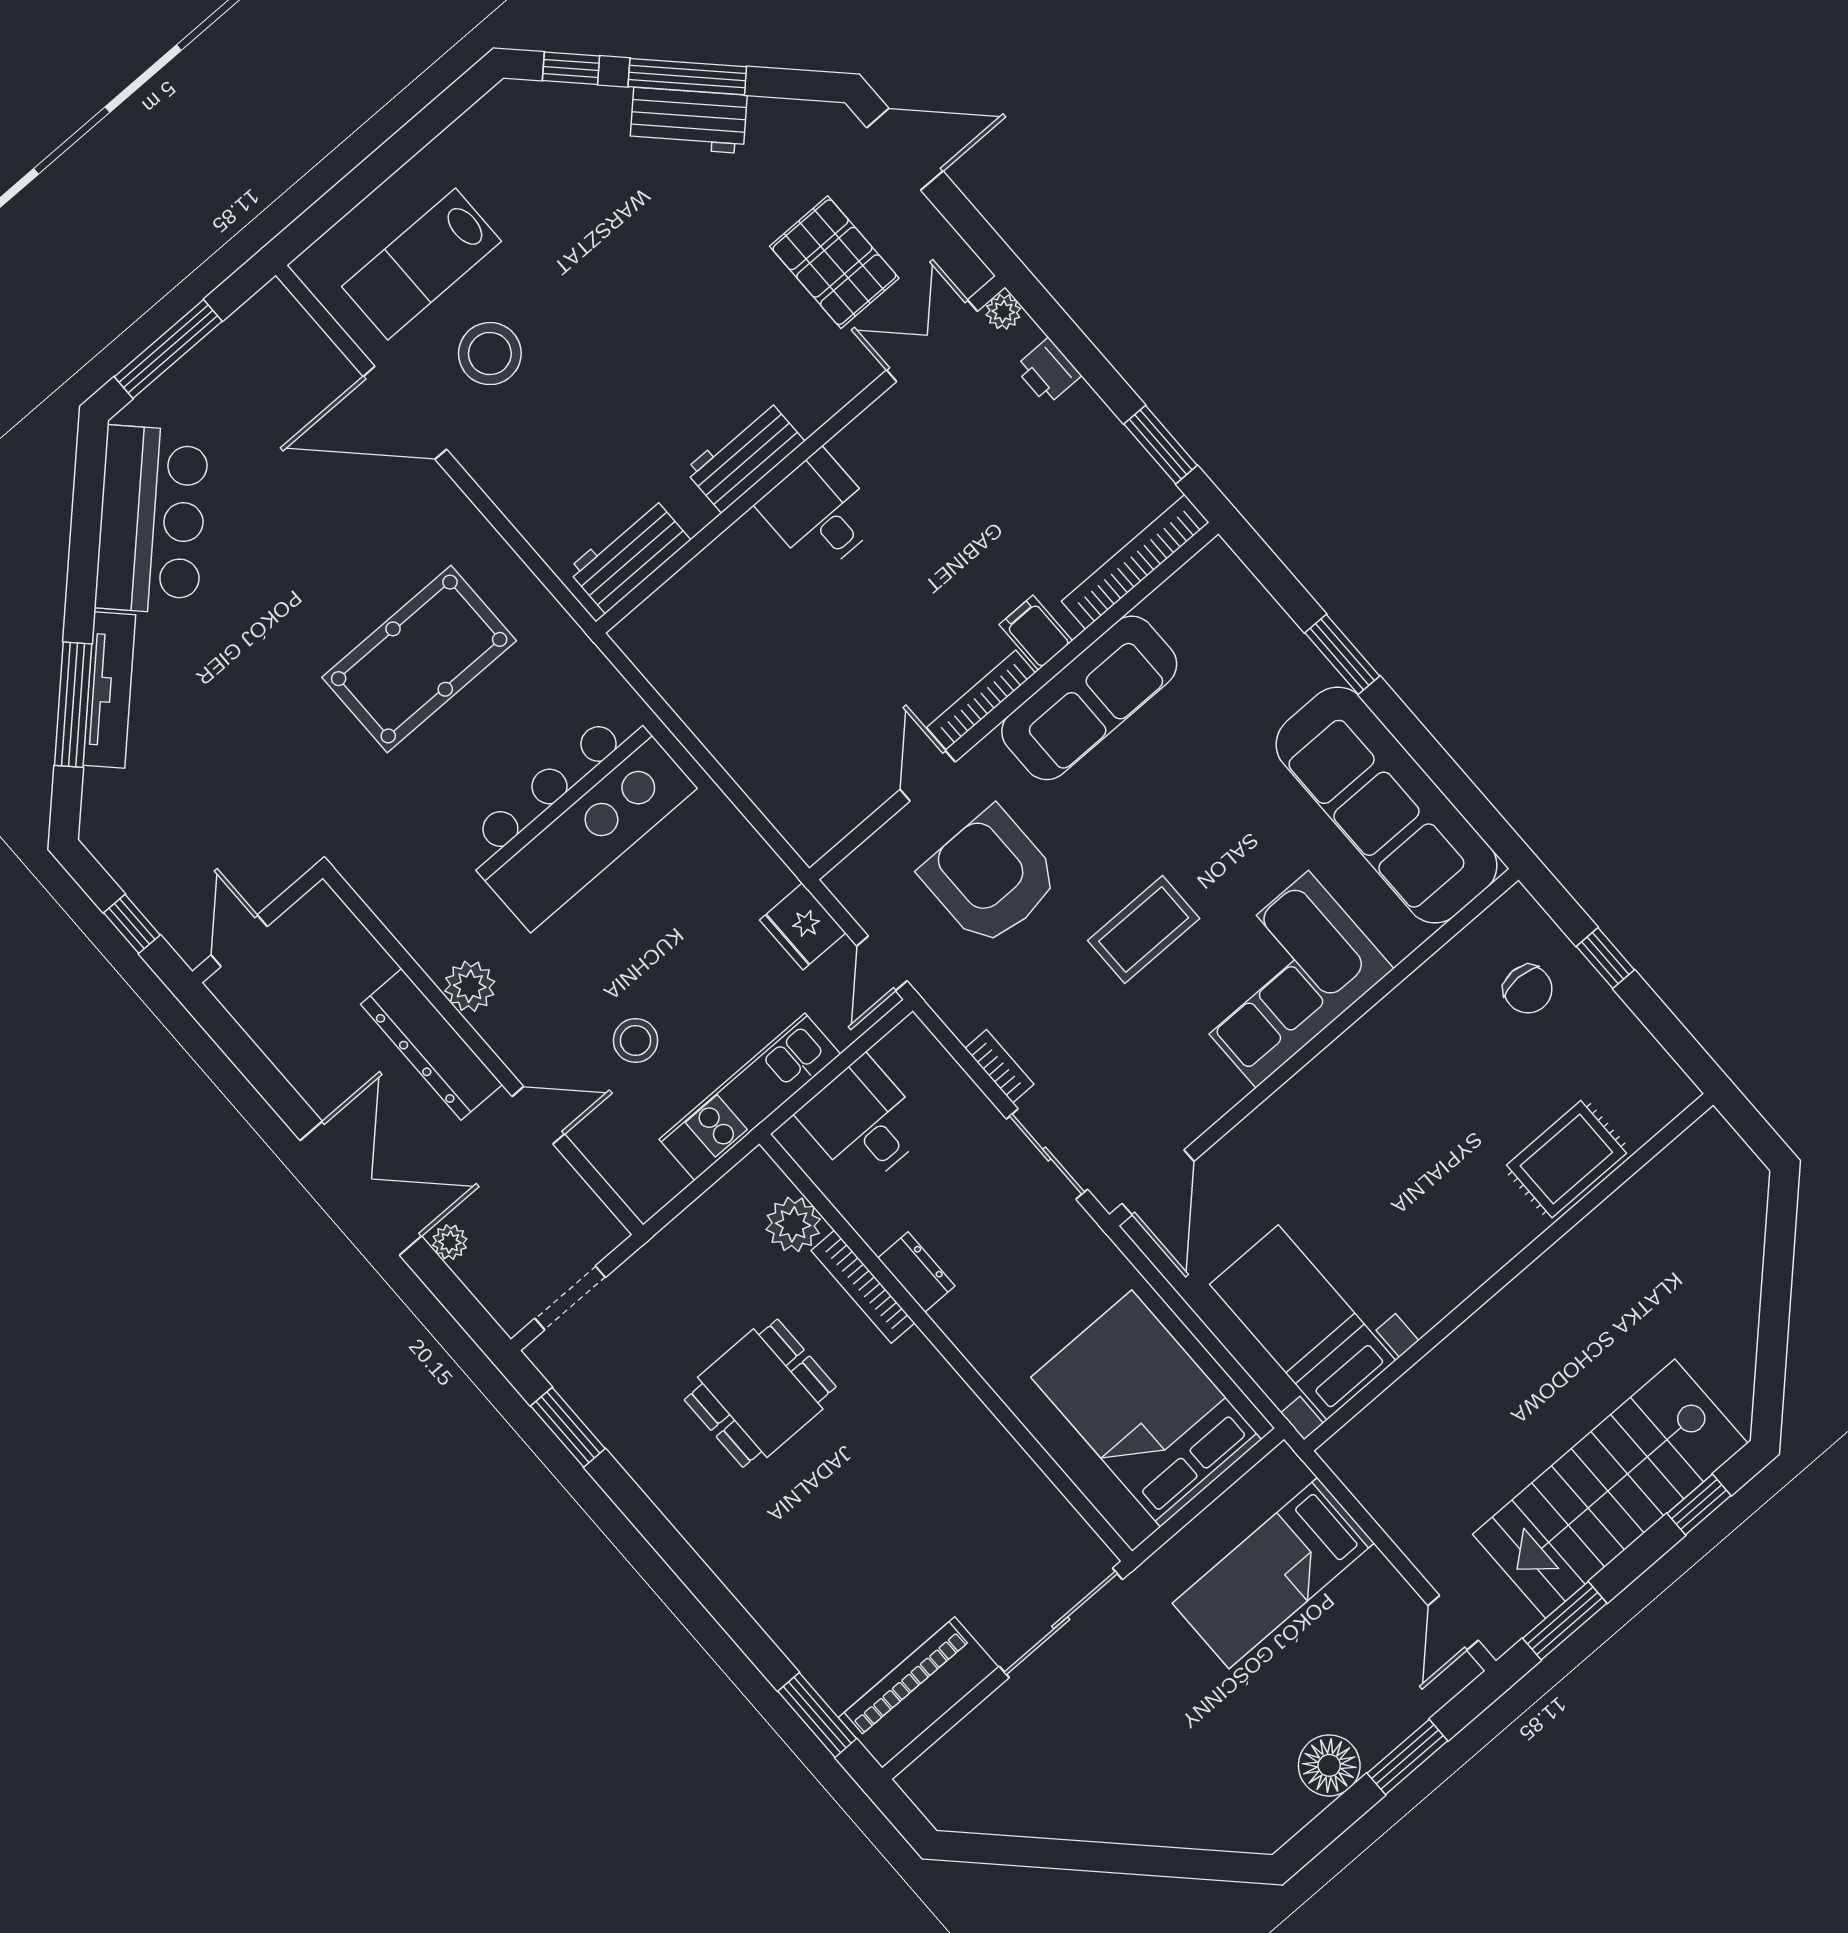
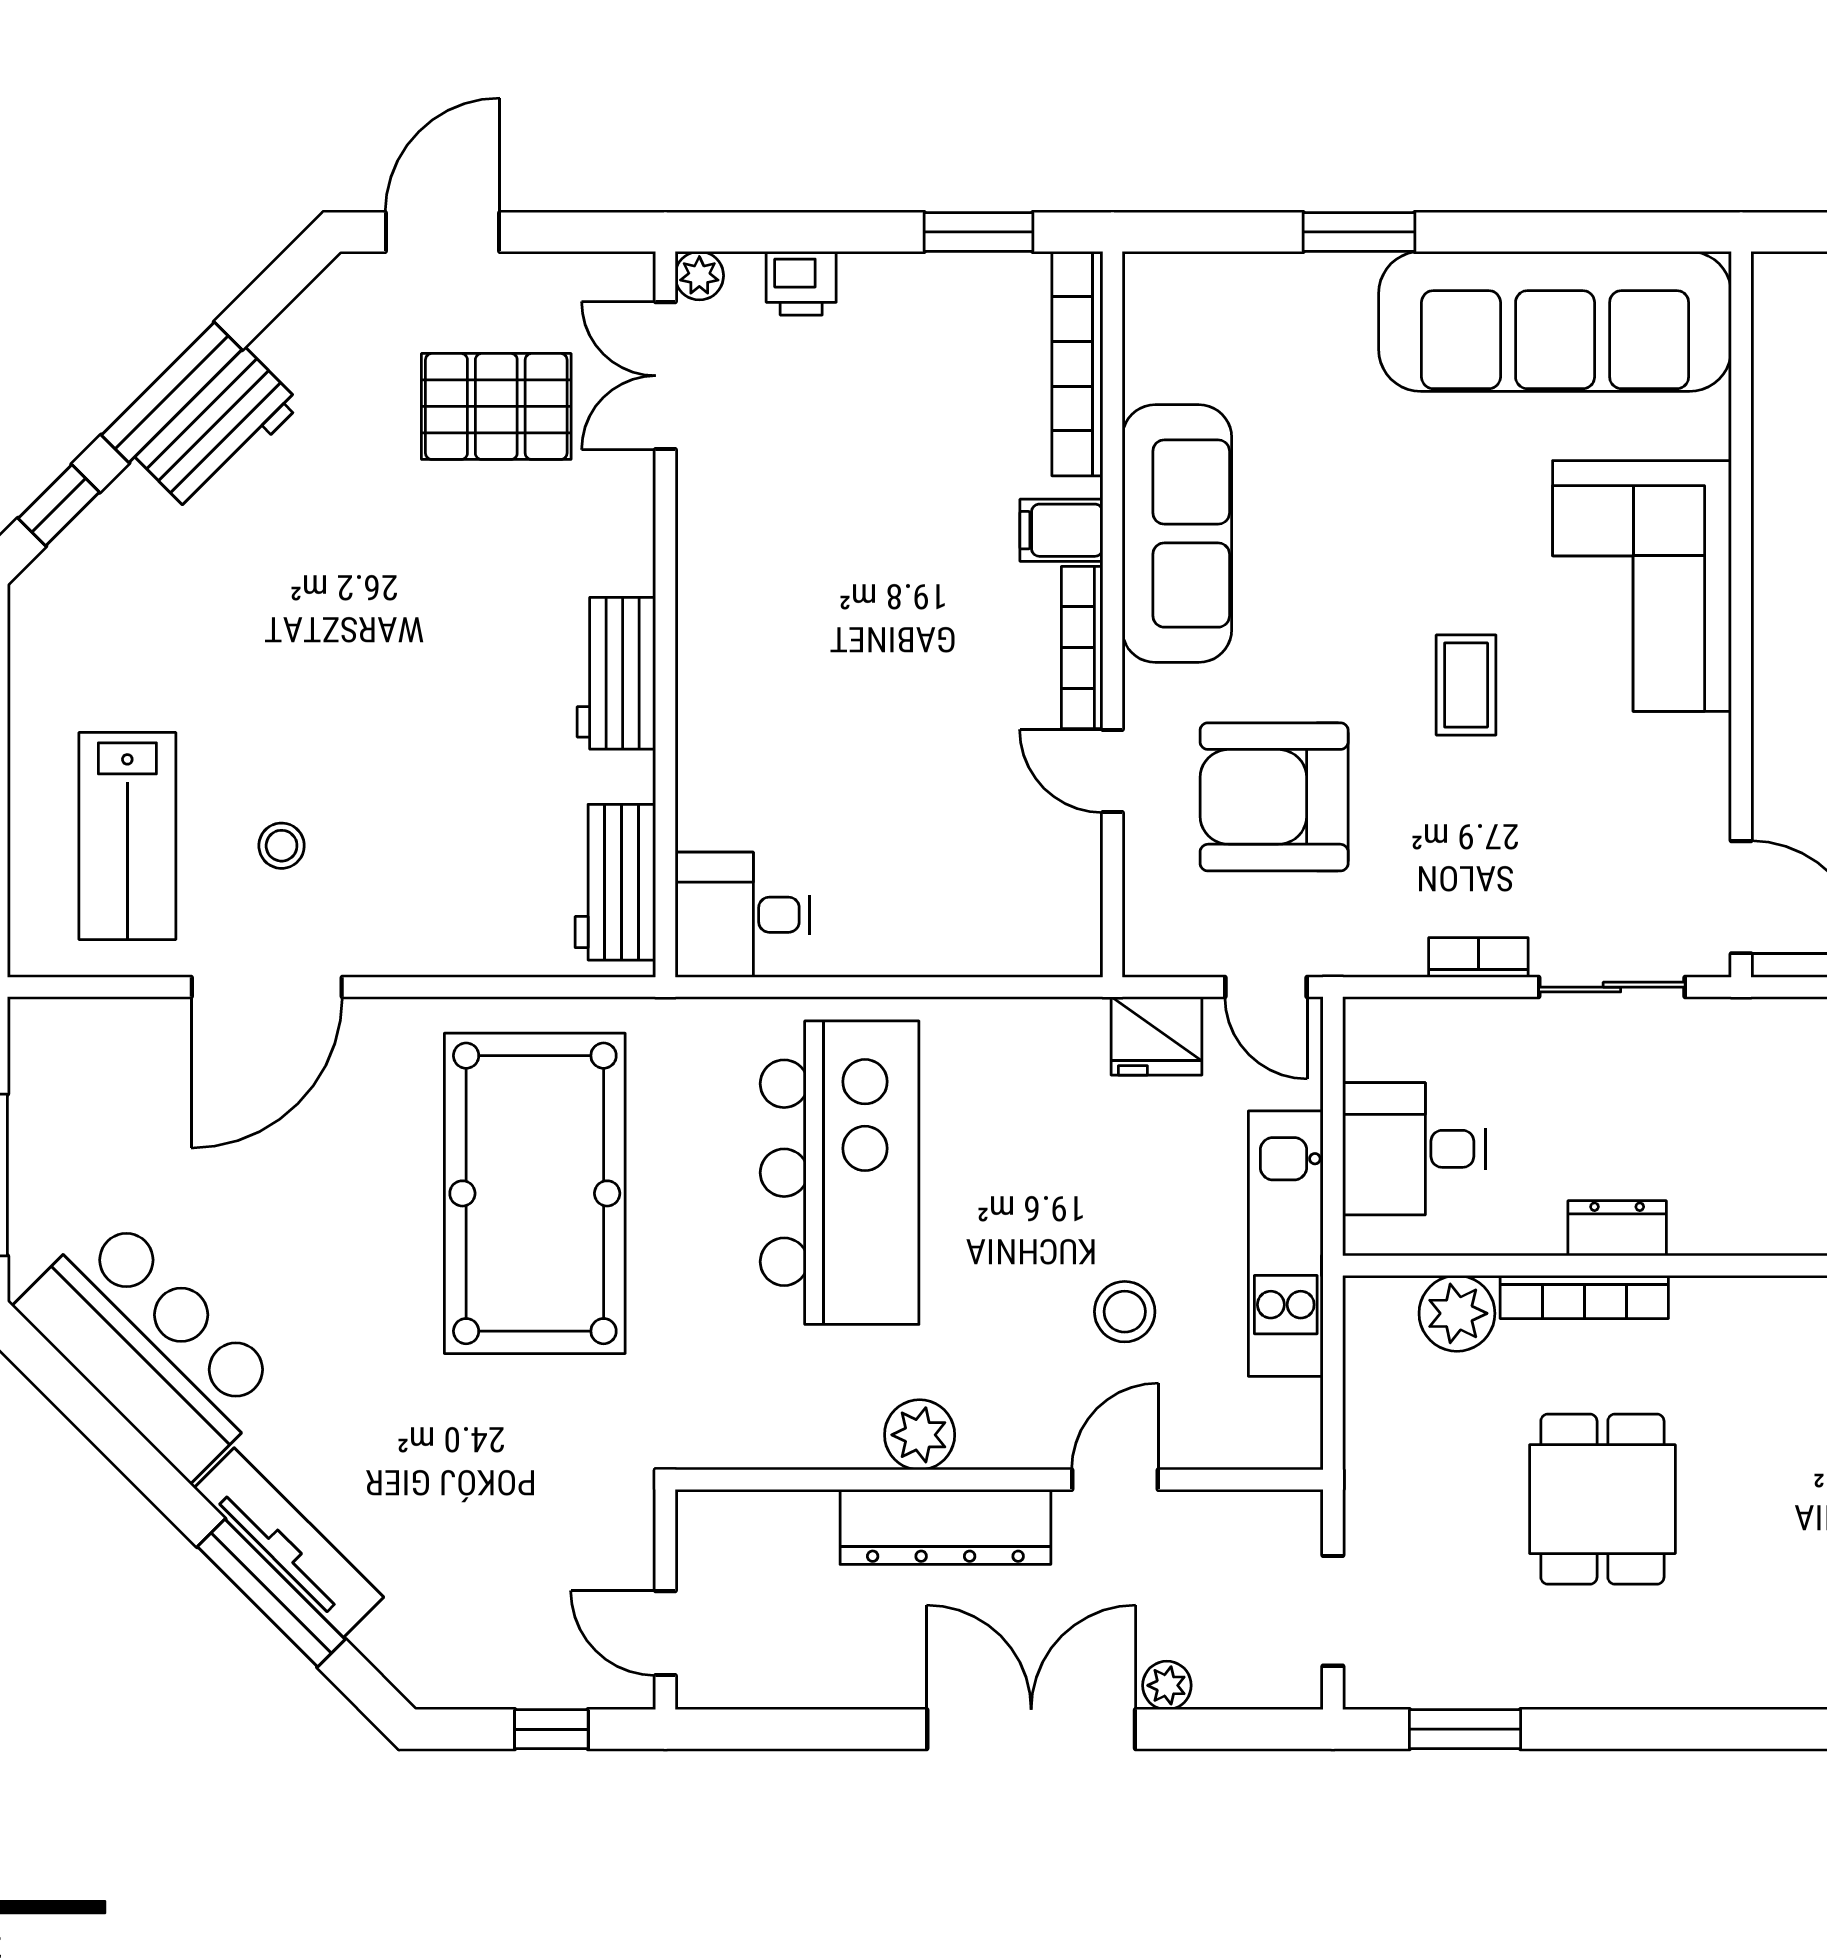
stool: (490, 354) -> (282, 846), width x0.53, depth x0.53
desk: (820, 512) -> (743, 915), moved
pool table: (419, 659) -> (535, 1193), width x1.36, depth x1.32
coffee table: (1144, 930) -> (1466, 685), width x0.73, depth x0.77

